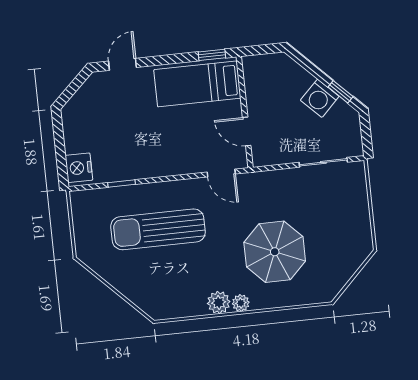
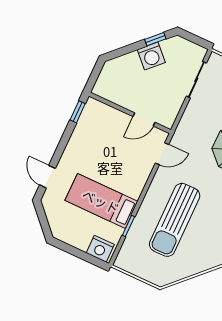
bed: (197, 84) -> (101, 201), moved, turned 90

